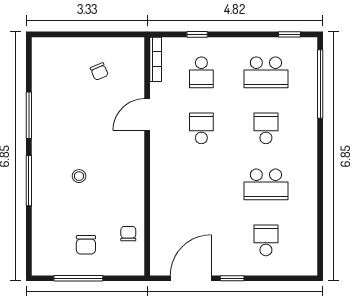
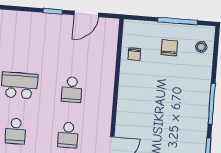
stool: (79, 176) -> (201, 47), moved
school desk: (266, 240) -> (72, 90), moved
door: (191, 278) -> (86, 14), width x0.73

